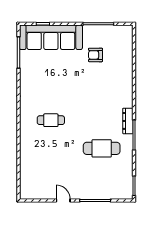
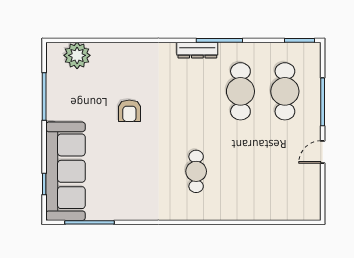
plant: (124, 45) -> (77, 55), added
armchair: (96, 55) -> (129, 111), moved
cafe table: (102, 177) -> (285, 91), added

